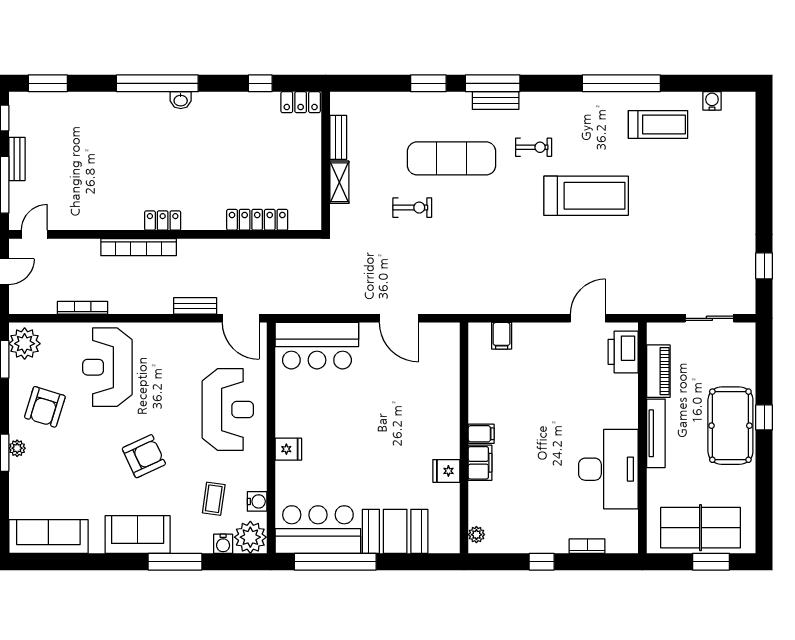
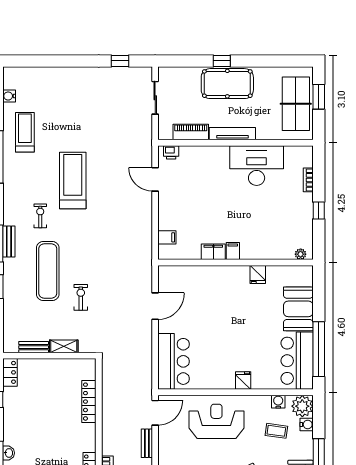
printer: (623, 352) -> (171, 152), width x0.53, depth x0.68
filing cabinet: (480, 463) -> (213, 252), moved

